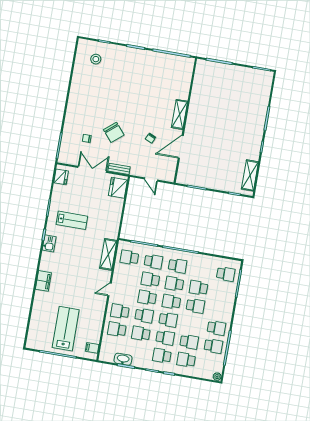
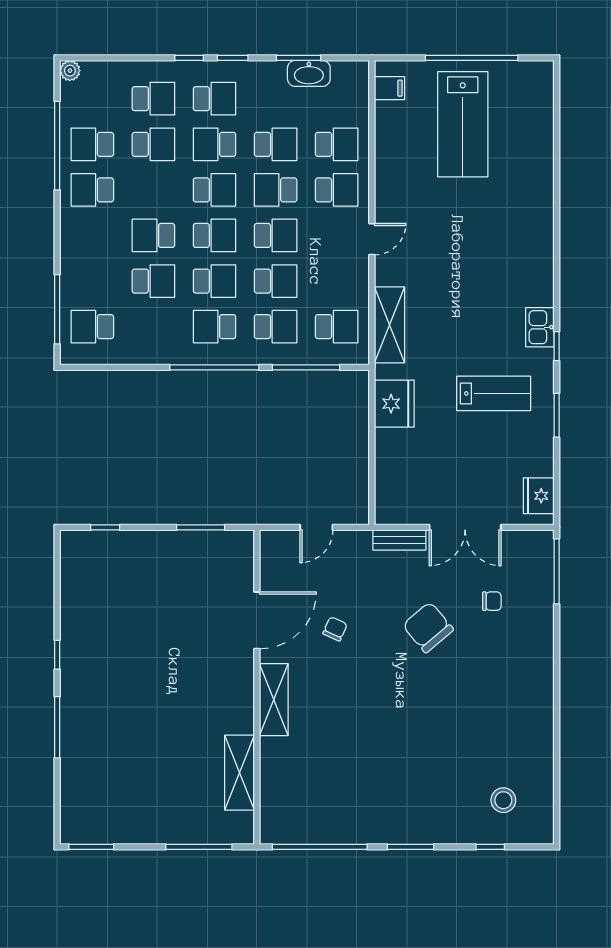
shelving: (250, 175) -> (239, 773), moved
door: (151, 180) -> (316, 527), swing flipped
fridge: (118, 188) -> (394, 404), moved
lab bench: (72, 220) -> (494, 393), turned 180
school desk: (153, 262) -> (276, 327), turned 180
filing cabinet: (43, 281) -> (538, 232), removed
school desk: (168, 320) -> (215, 190), turned 180
school desk: (189, 342) -> (153, 144), turned 180

